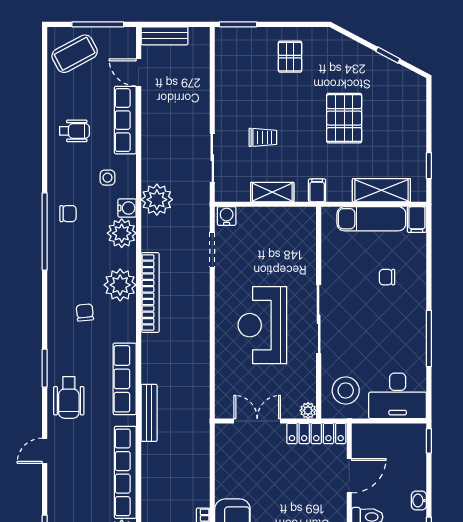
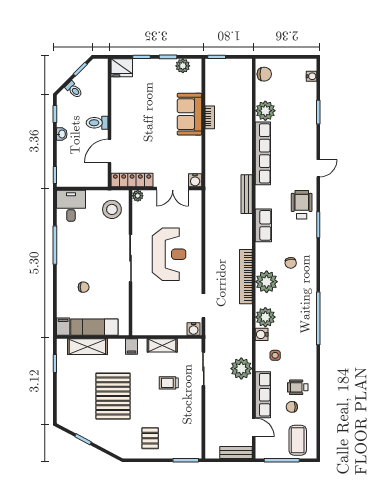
coffee table: (75, 54) -> (298, 440), turned -62
pallet: (344, 118) -> (113, 396), width x1.37, depth x1.41
plant: (157, 200) -> (241, 369), moved
chair: (68, 214) -> (292, 407), moved
row of seats: (125, 379) -> (263, 225), width x0.68
desk: (398, 396) -> (71, 206), width x0.73
water cooler: (224, 433) -> (195, 180), added

